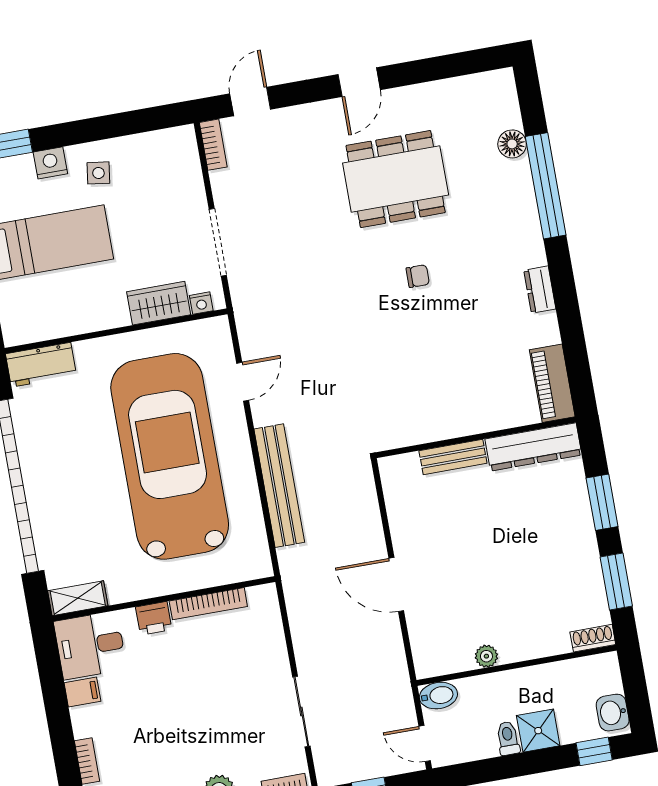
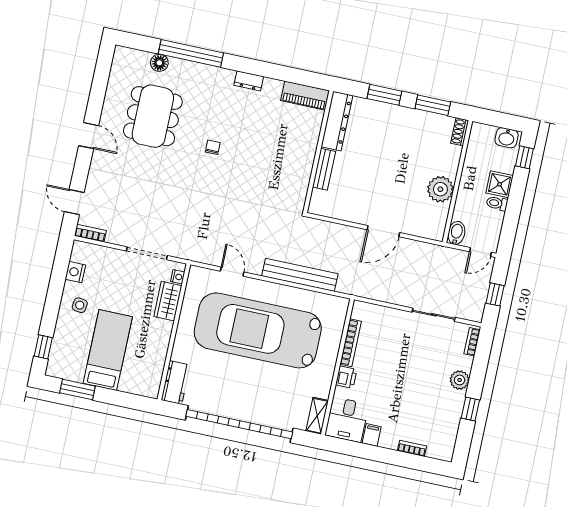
nightstand: (50, 163) -> (75, 272), moved
dining table: (396, 179) -> (153, 116), moved
plant: (486, 656) -> (440, 189), width x1.87, depth x1.87

